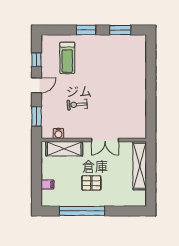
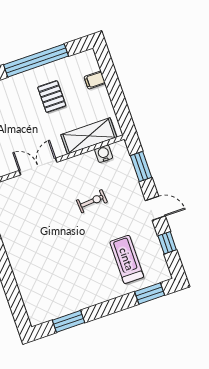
window: (86, 30) -> (150, 293), moved
door: (37, 85) -> (155, 208), swing flipped
pallet: (91, 183) -> (52, 97), moved, turned 90

